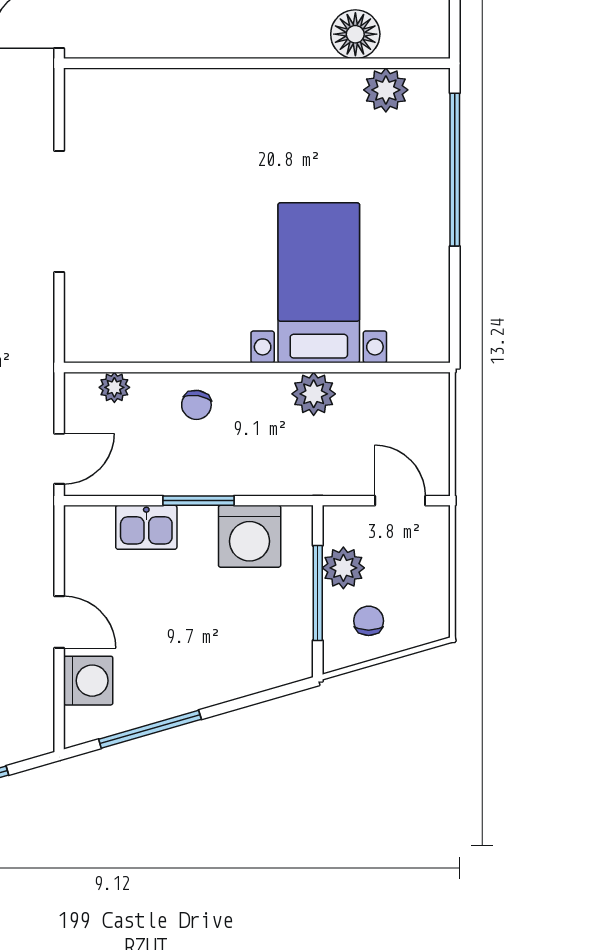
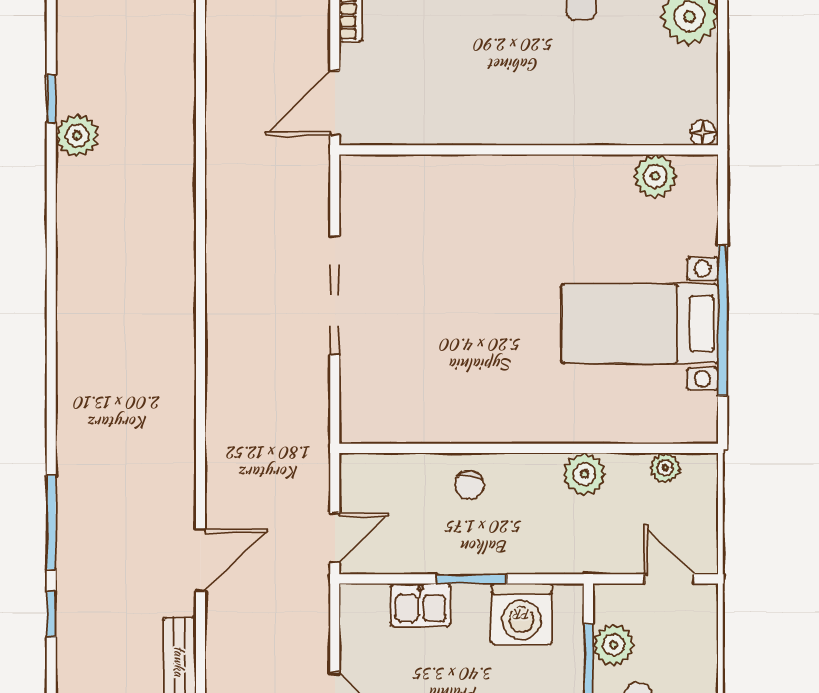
floor lamp: (355, 34) -> (703, 133), moved, width x0.53, depth x0.53
window: (455, 170) -> (723, 321), moved
bed with nightstands: (319, 283) -> (640, 324), moved, turned -90
plant: (114, 387) -> (665, 468), moved

